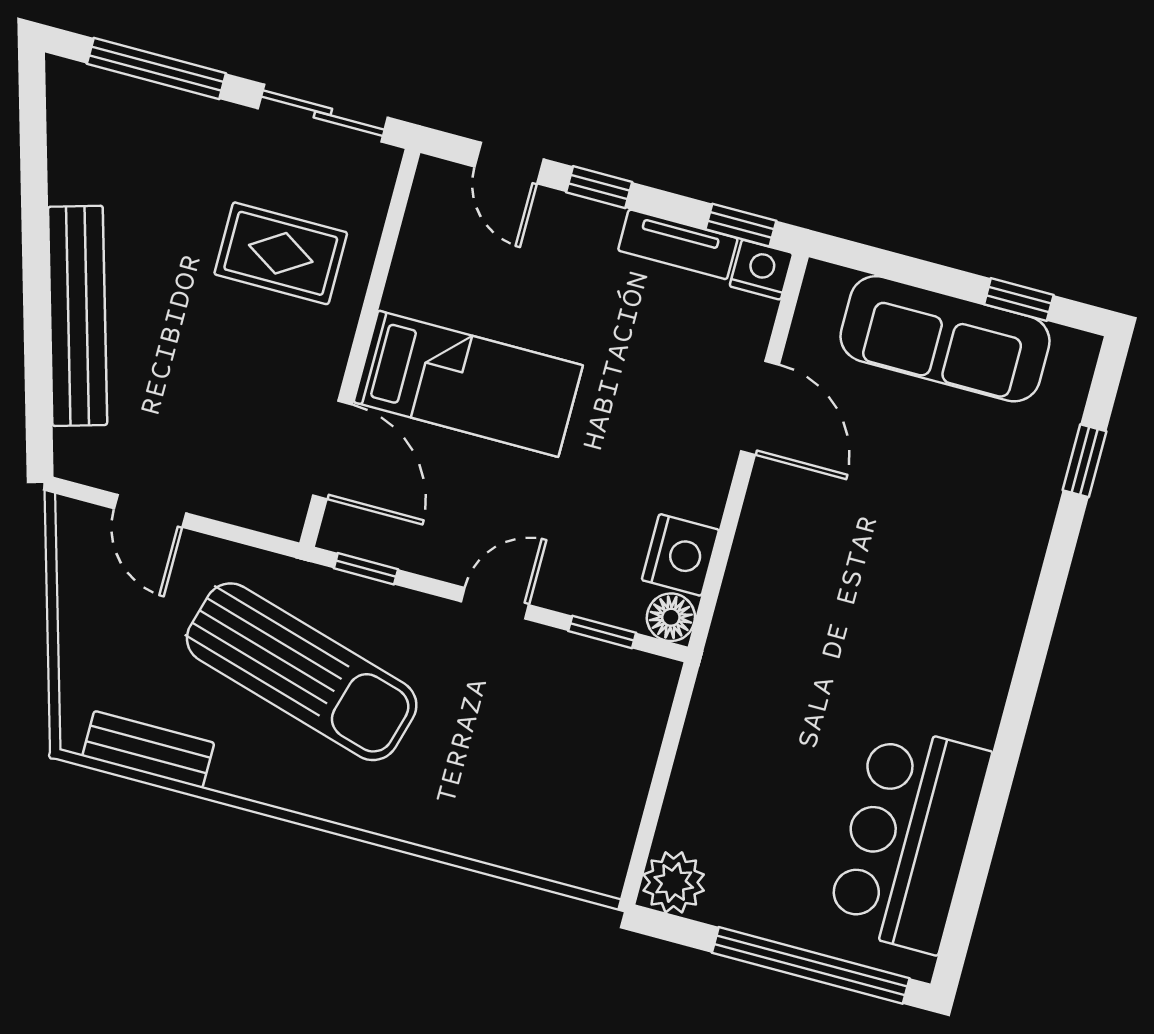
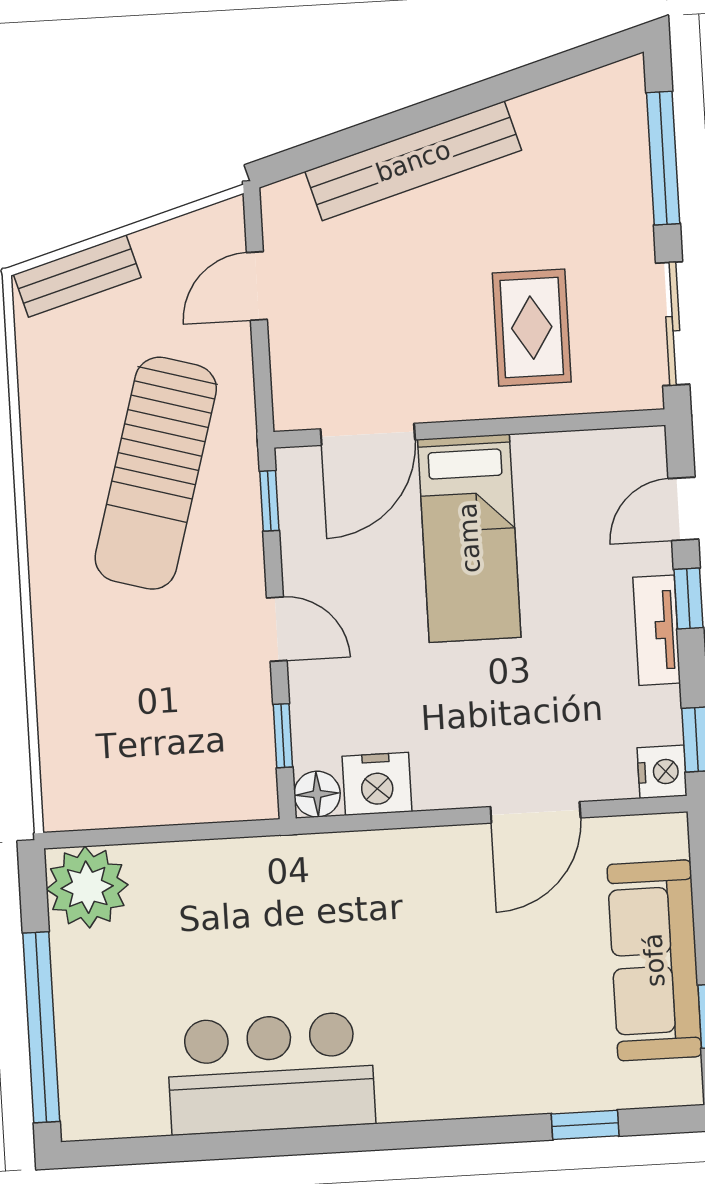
tv unit: (678, 244) -> (657, 630), moved
bench: (148, 750) -> (77, 276), moved, turned 74
bar counter: (908, 839) -> (271, 1073), moved
plant: (674, 882) -> (87, 887), width x1.36, depth x1.36

